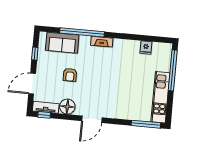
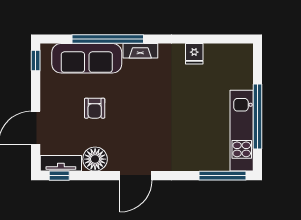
sofa: (62, 43) -> (87, 58), width x1.36
fridge: (146, 47) -> (194, 54), moved
window: (35, 54) -> (36, 61), moved
window: (173, 70) -> (258, 117), moved

